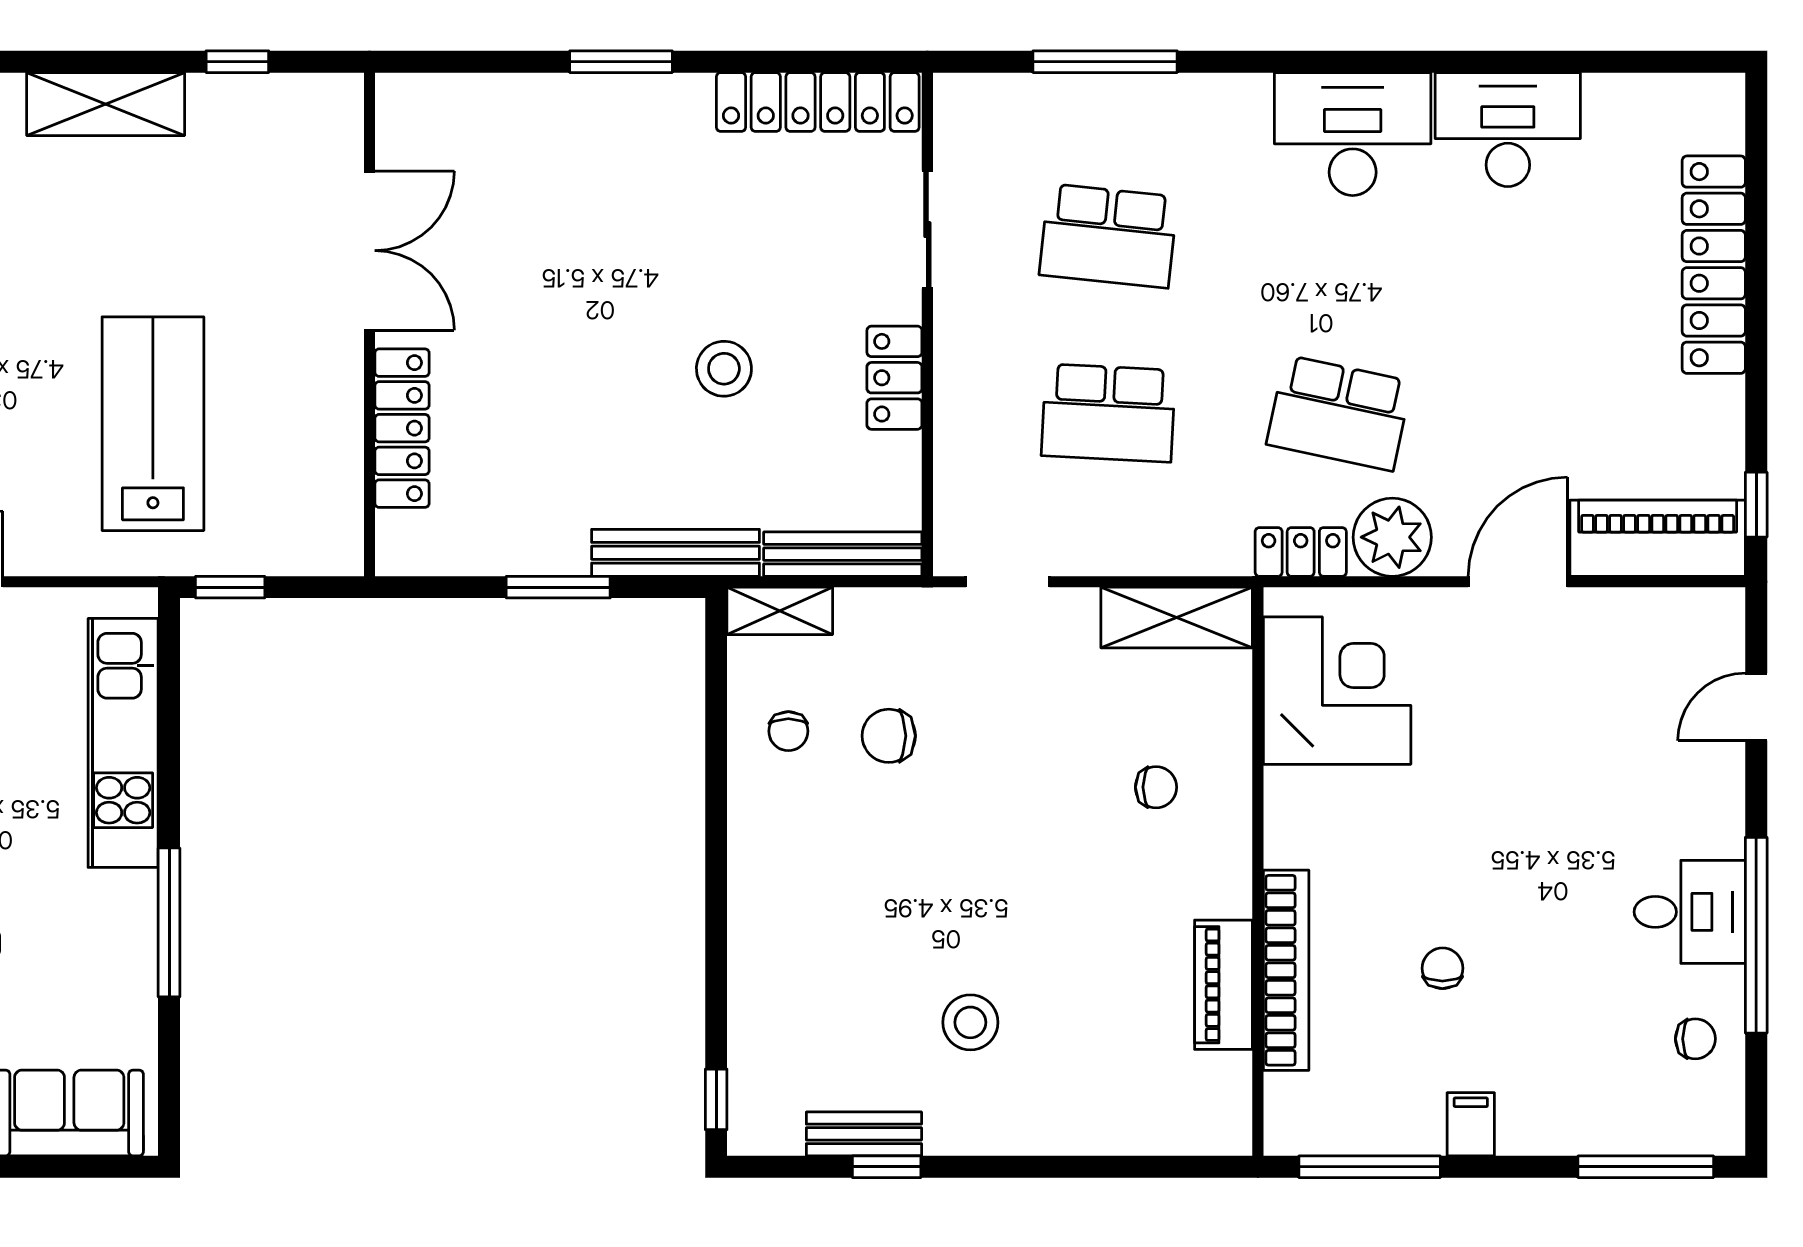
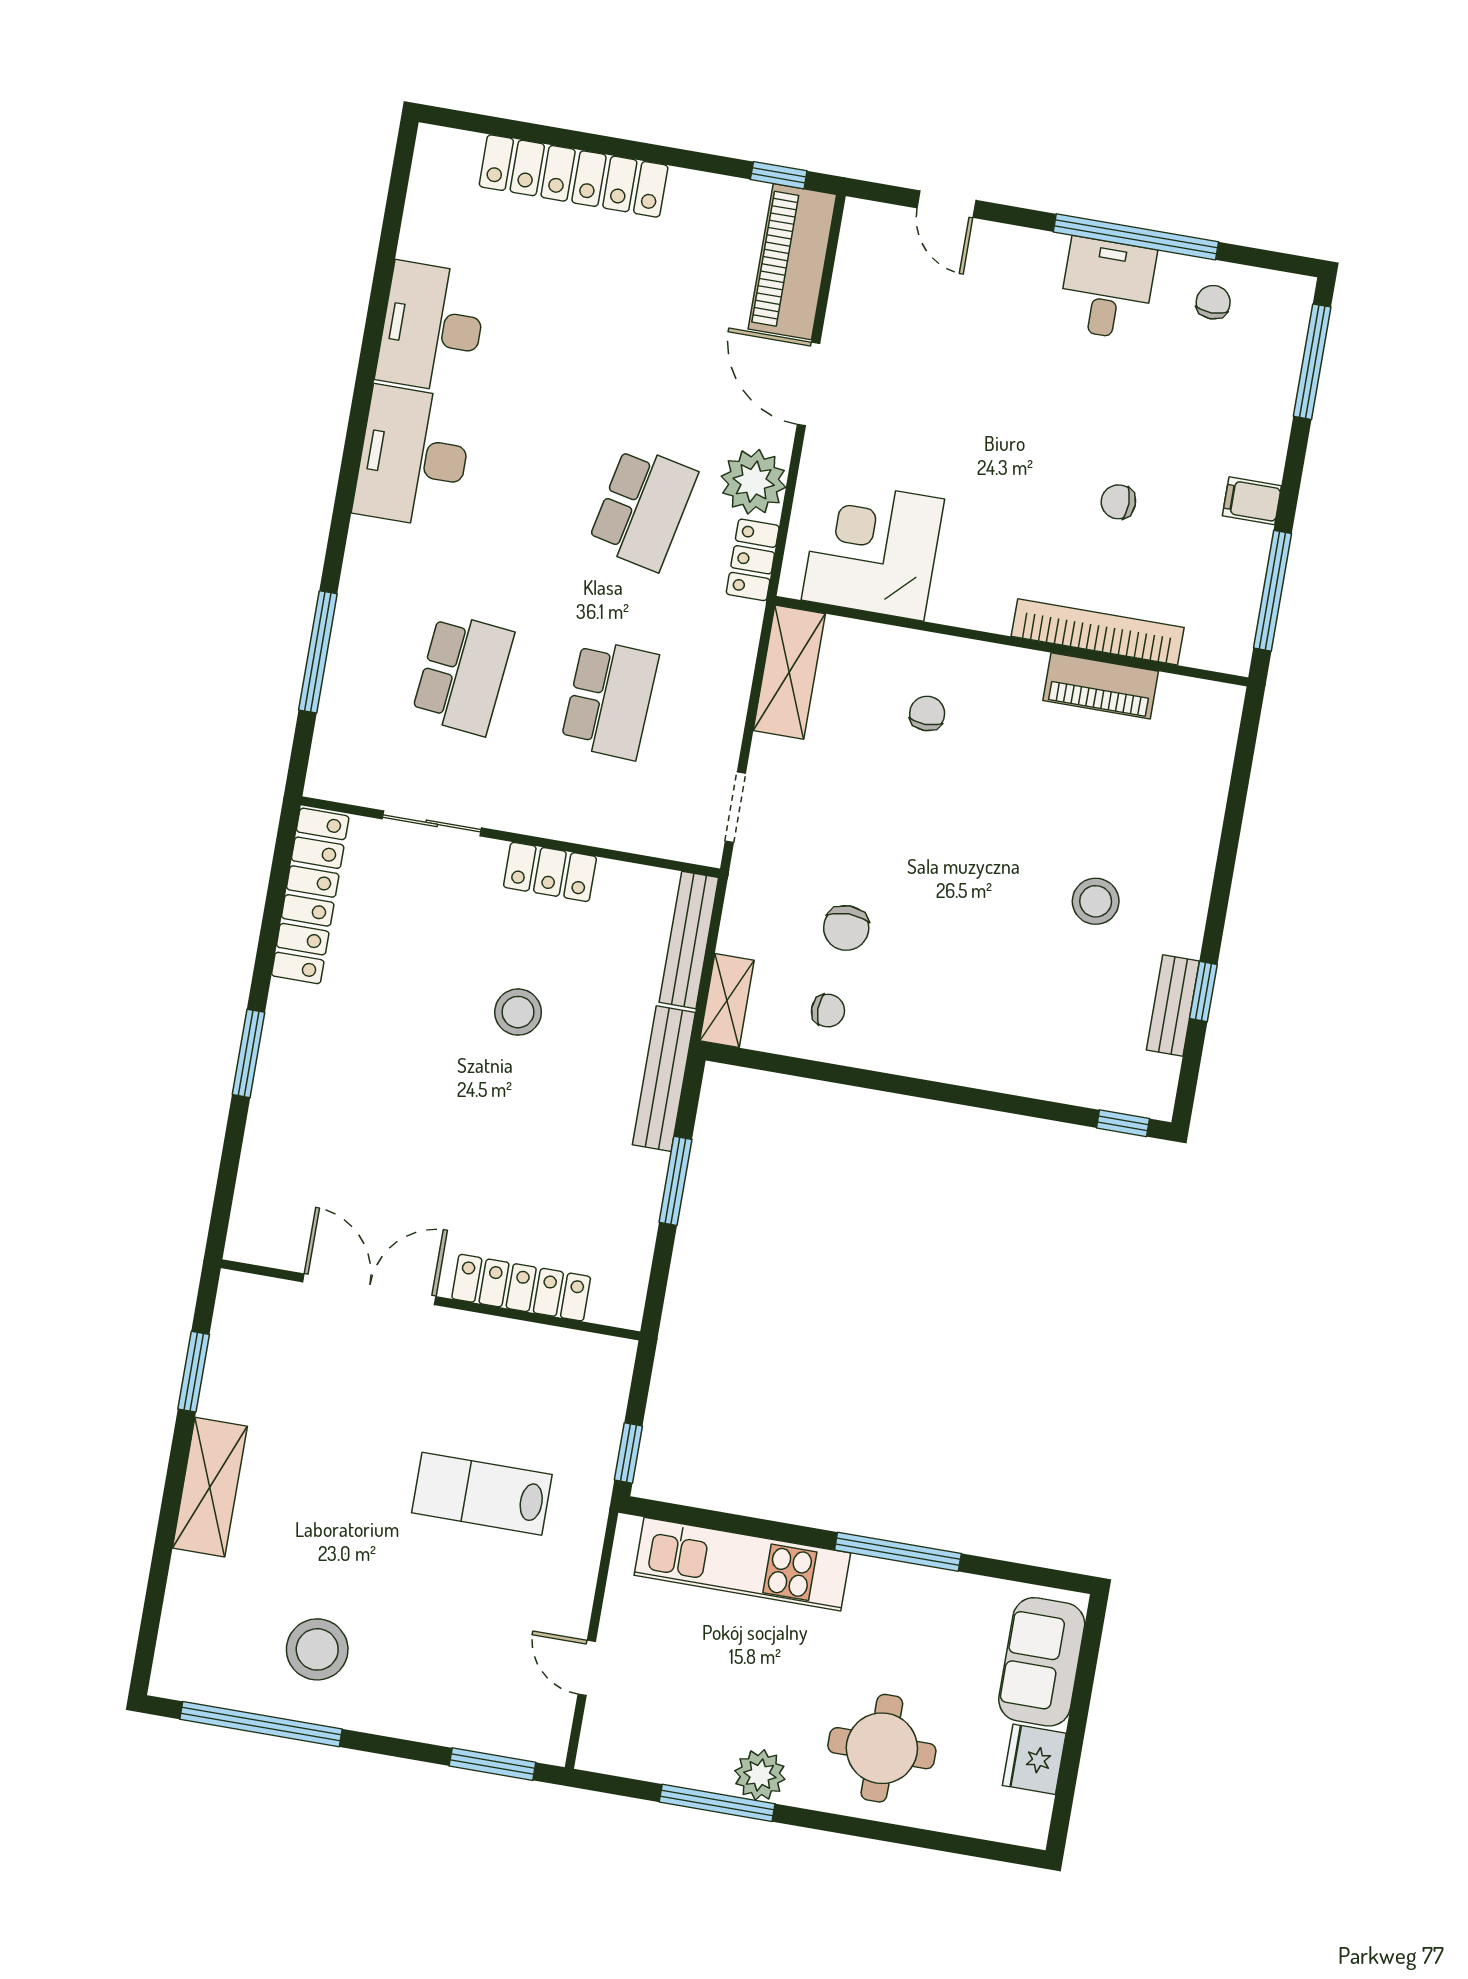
window: (237, 62) -> (194, 1372), width x1.50
lab bench: (153, 424) -> (482, 1494), width x0.73, depth x0.72

